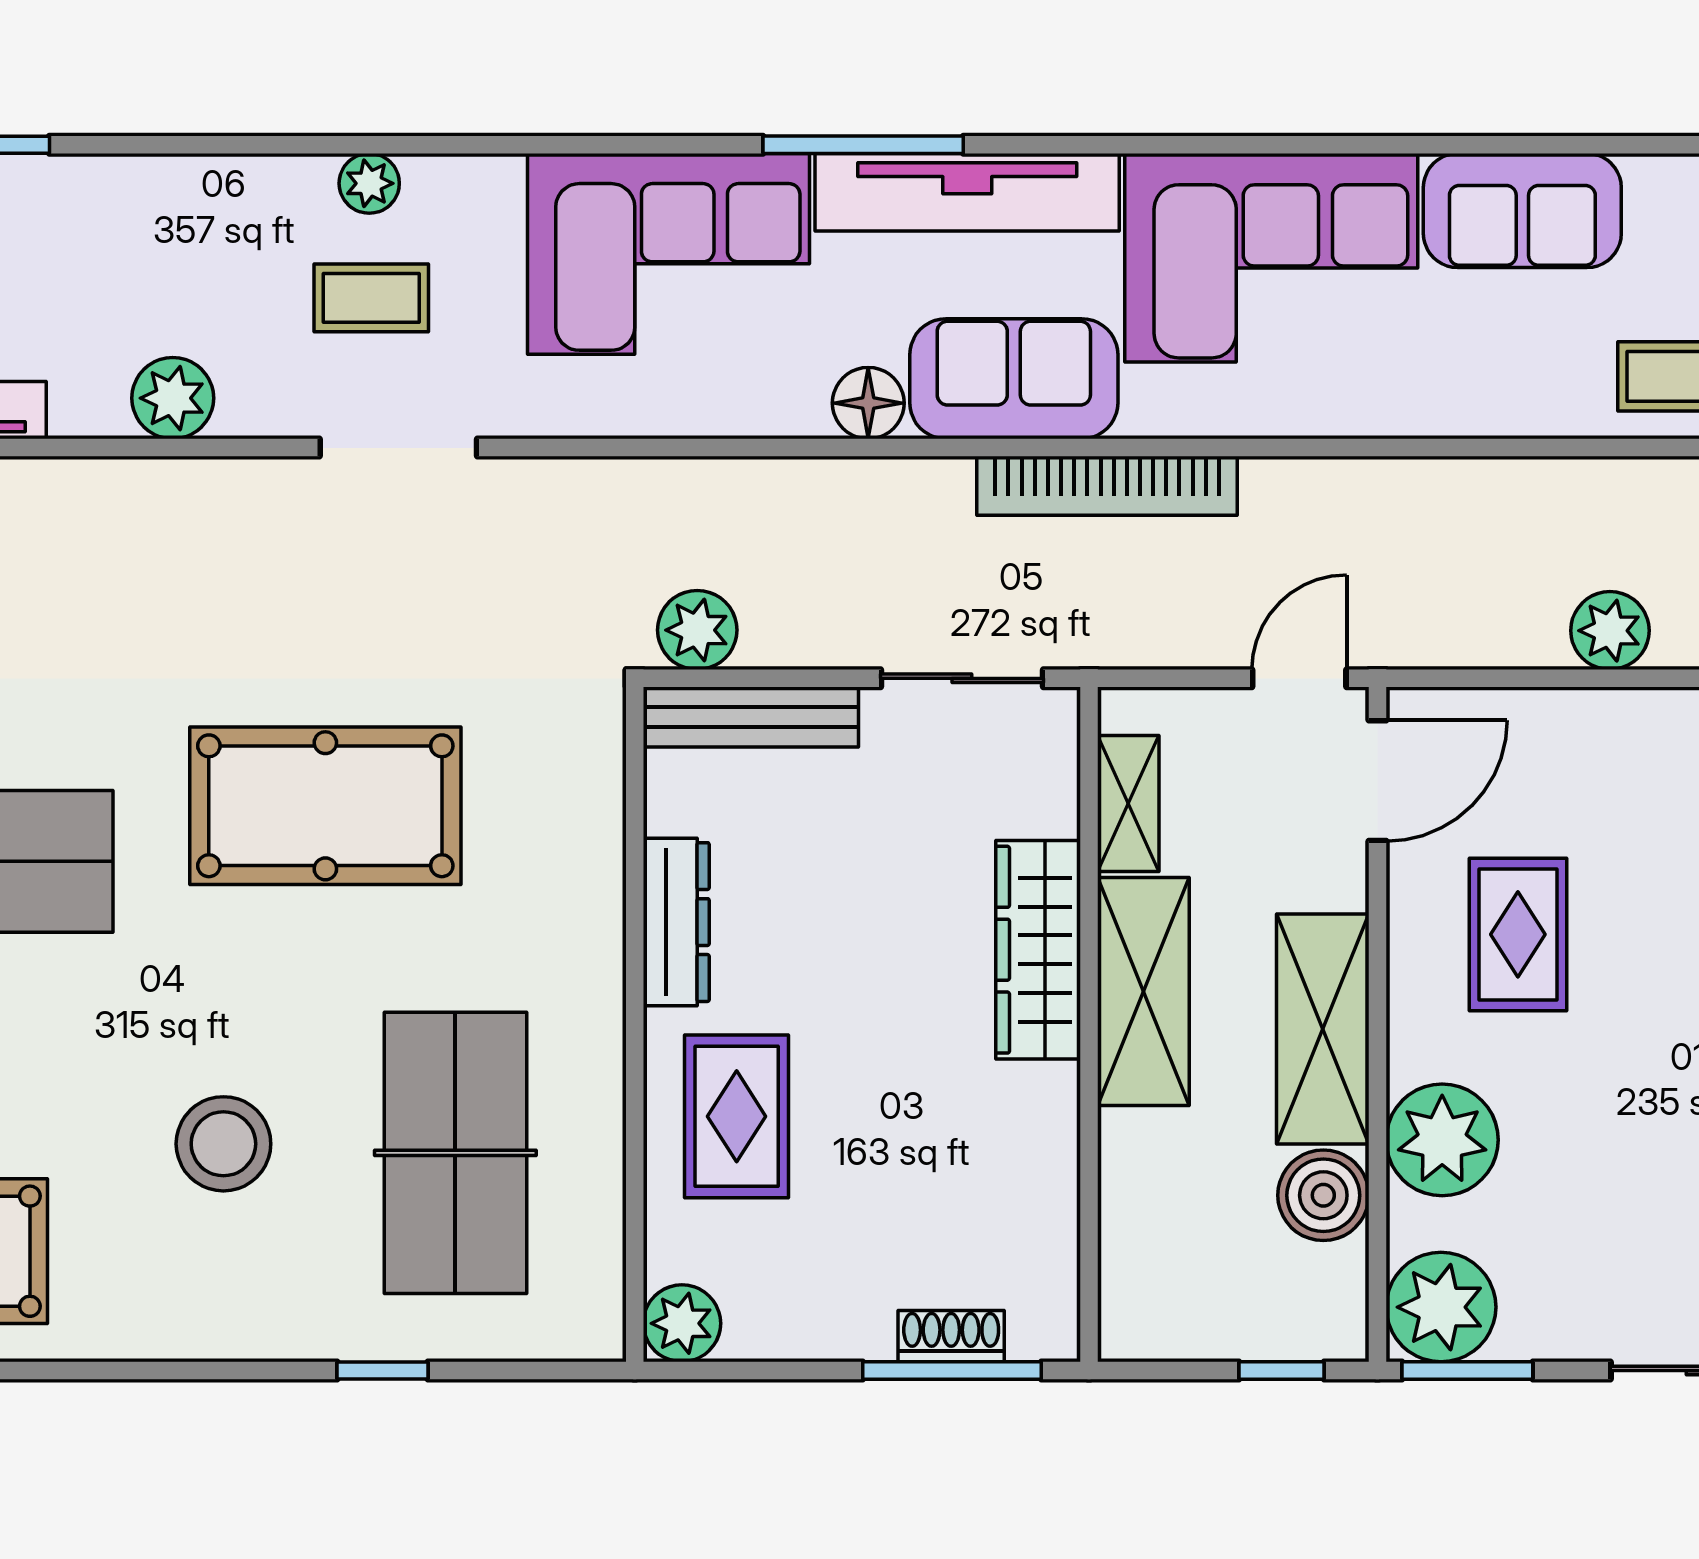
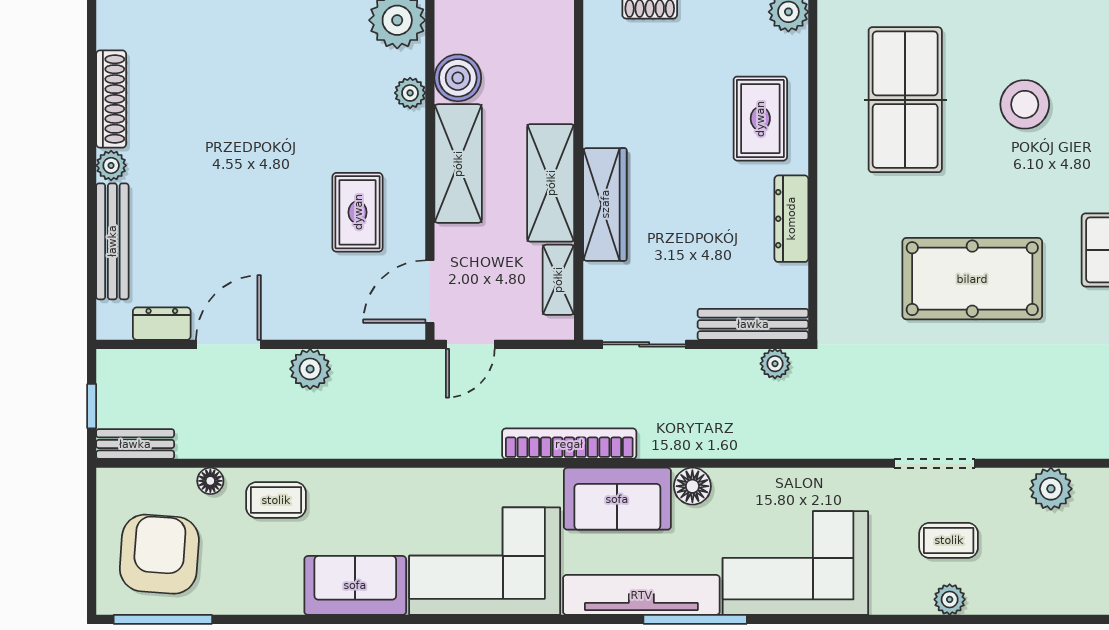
plant: (697, 630) -> (775, 364), width x0.73, depth x0.73
plant: (1442, 1140) -> (410, 93), width x0.53, depth x0.53

